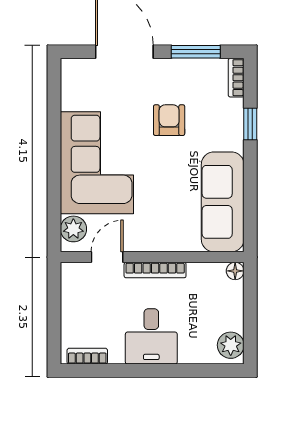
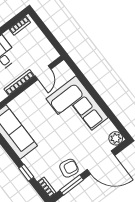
armchair: (169, 120) -> (69, 168), moved, turned -79
plant: (73, 229) -> (116, 138), moved

